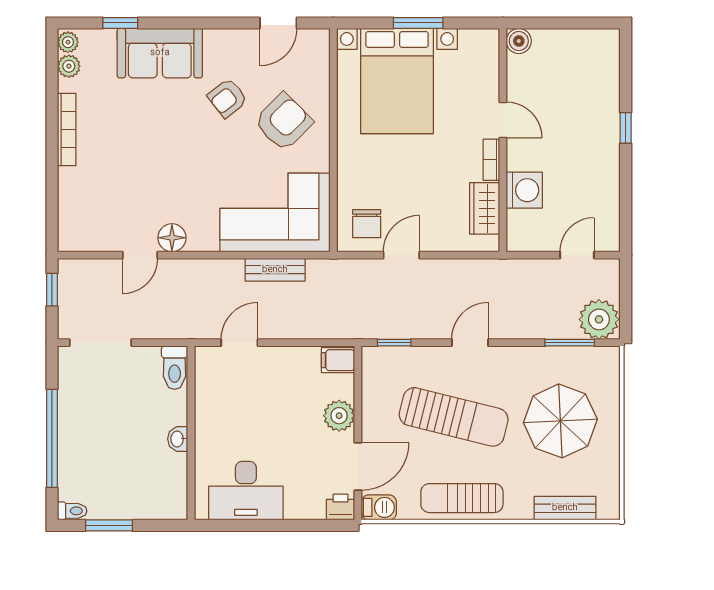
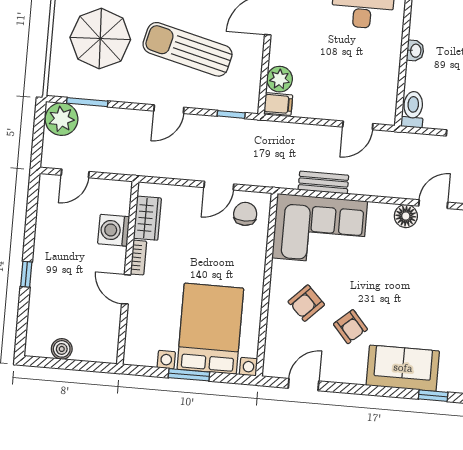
boiler: (519, 41) -> (62, 349), moved
armchair: (227, 98) -> (350, 327), turned 87
armchair: (283, 122) -> (306, 303), width x0.72, depth x0.72
plant: (339, 416) -> (280, 79), moved

